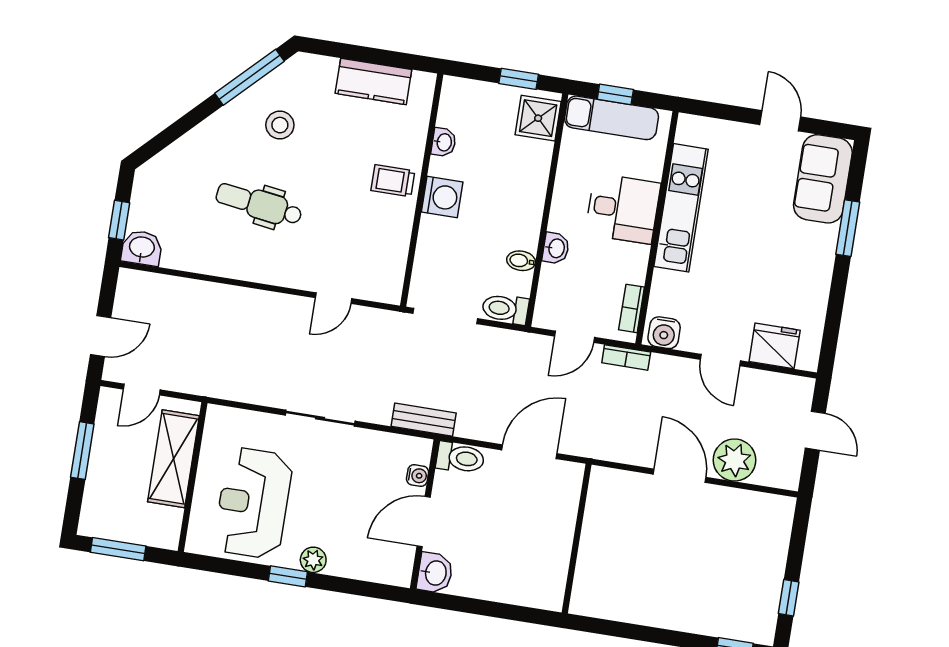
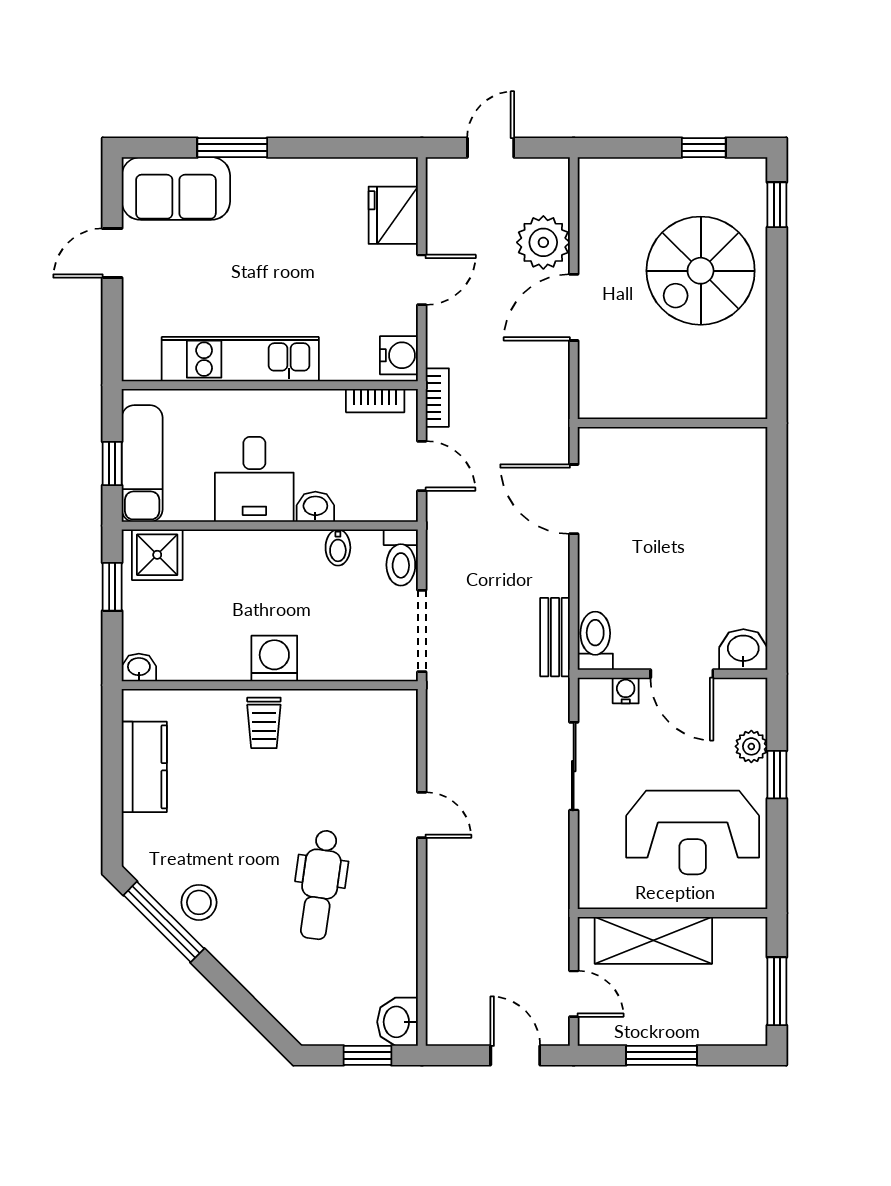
stool: (280, 125) -> (199, 902), moved
washbasin: (444, 142) -> (139, 667), moved
desk: (623, 209) -> (254, 479), moved, turned 180
door: (333, 298) -> (422, 815), moved
toilet: (460, 458) -> (595, 641), moved
water cooler: (418, 476) -> (626, 691), moved
wall: (425, 514) -> (672, 674), moved
door: (424, 522) -> (682, 674), moved
washbasin: (435, 573) -> (743, 649), moved
spiral stairs: (693, 580) -> (701, 271), added

